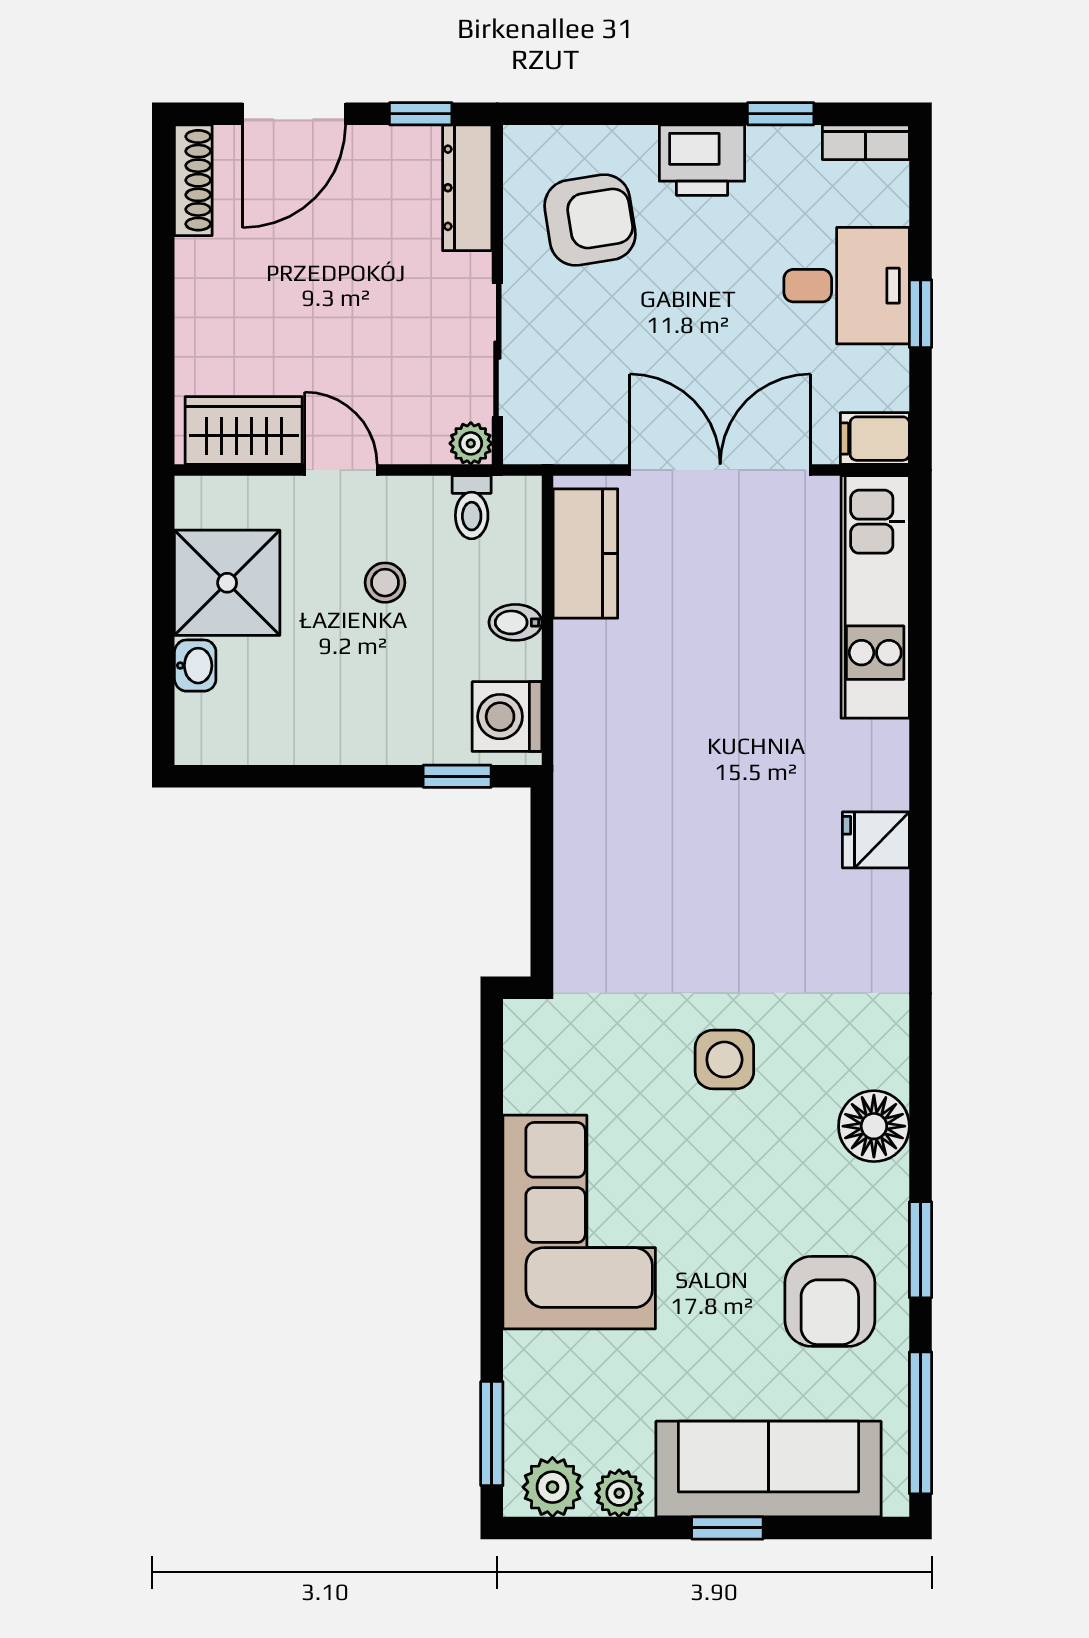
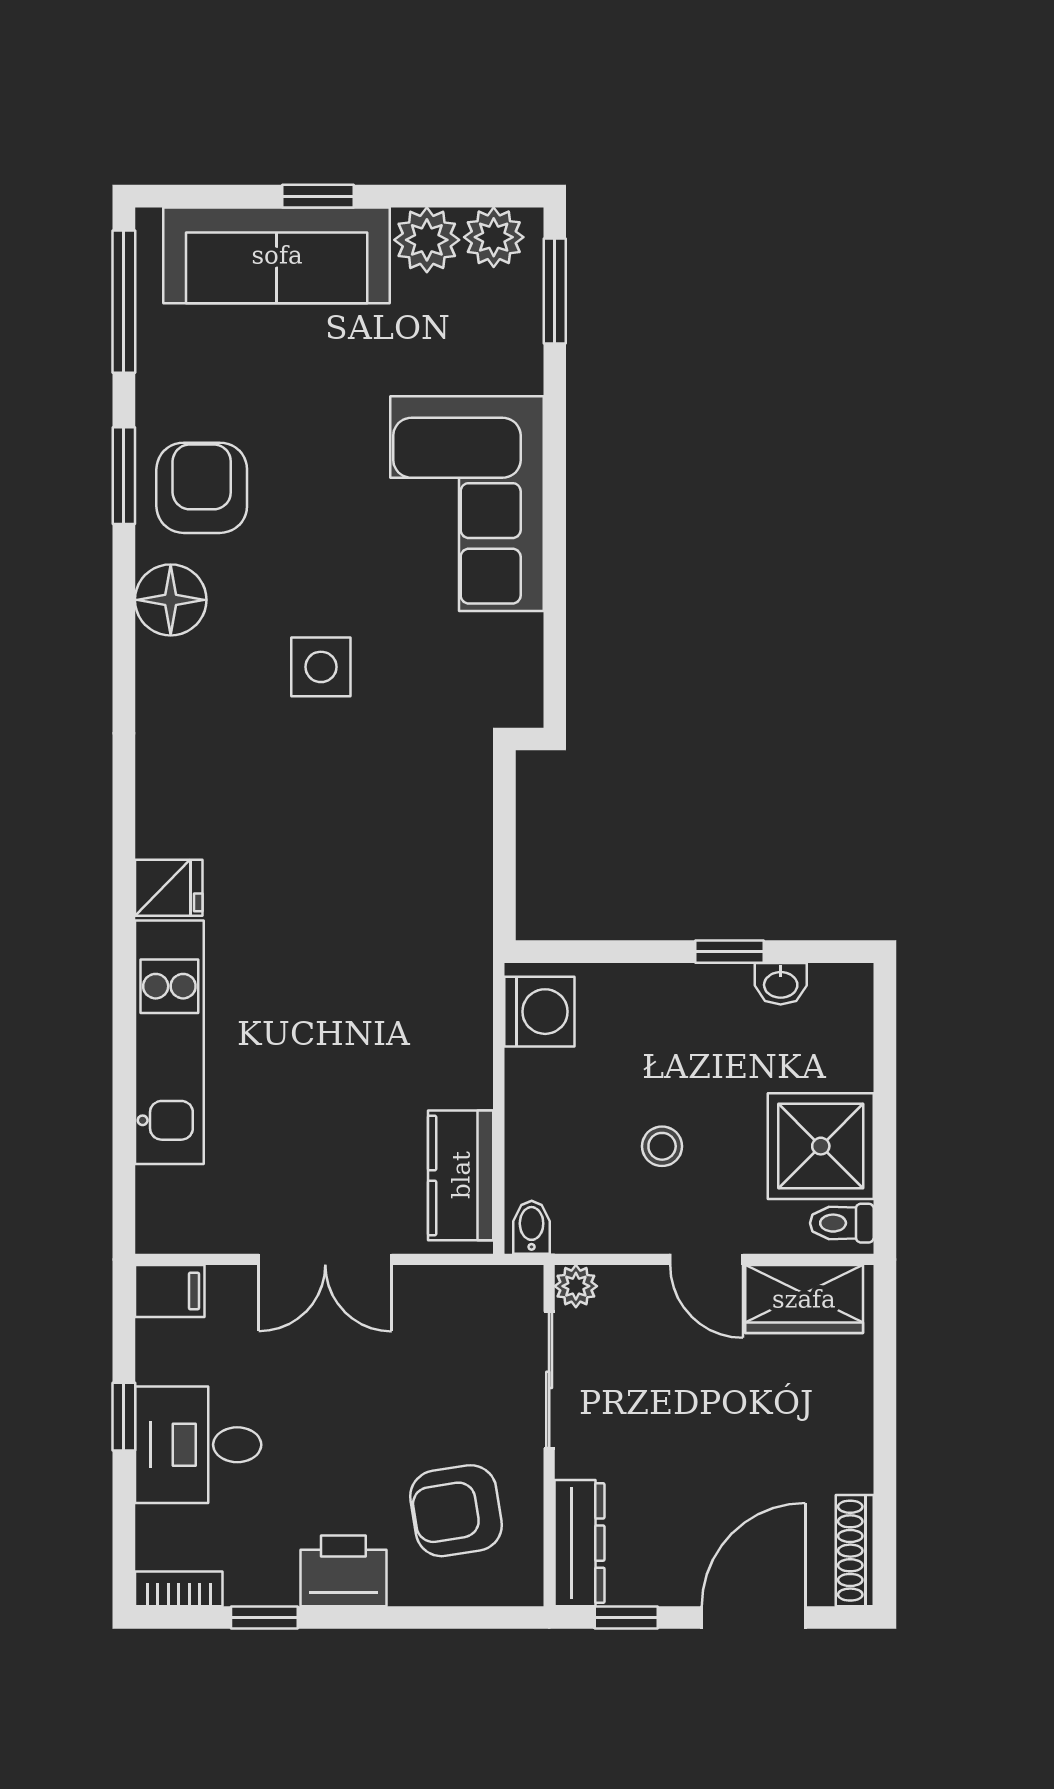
double door: (720, 470) -> (325, 1259), width x0.73
toilet: (472, 507) -> (842, 1223), moved, turned -90
kitchen unit: (875, 597) -> (169, 1042), moved
bidet: (515, 622) -> (532, 1227), moved, turned -90
washbasin: (195, 666) -> (781, 984), moved, turned -90
window: (457, 776) -> (729, 952), moved
armchair: (830, 1301) -> (202, 488), moved
plant: (619, 1493) -> (427, 240), width x1.38, depth x1.38

